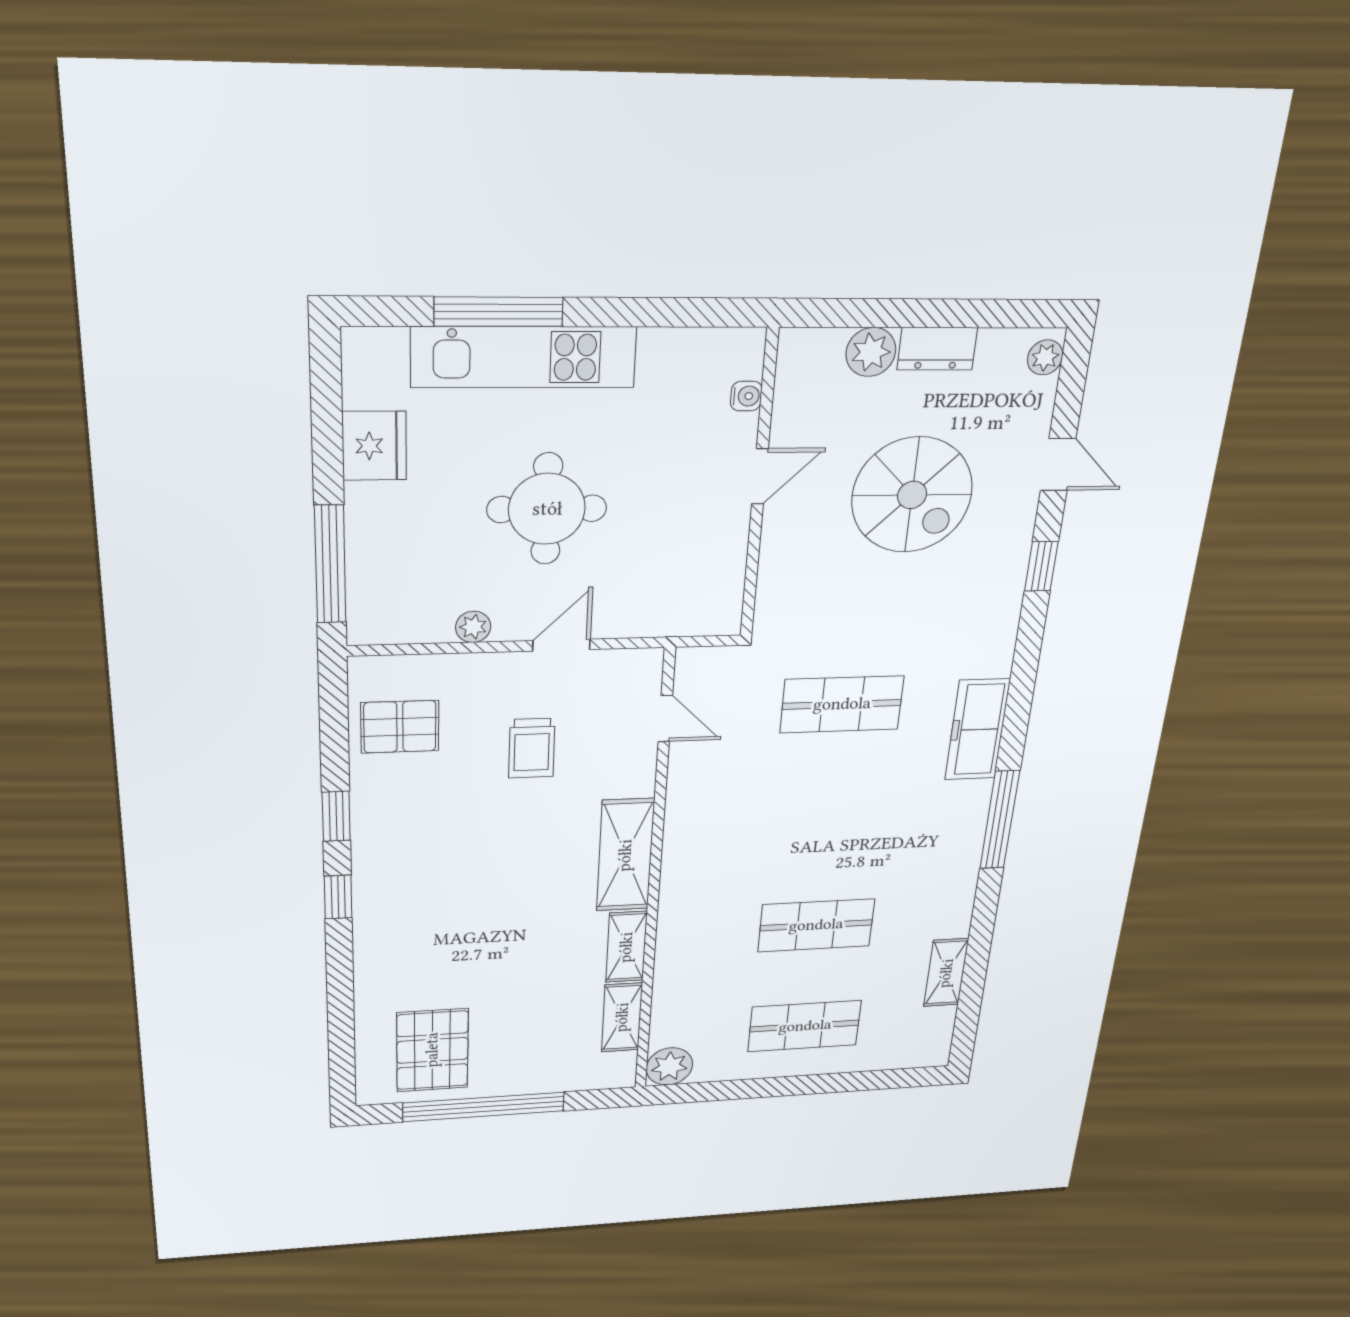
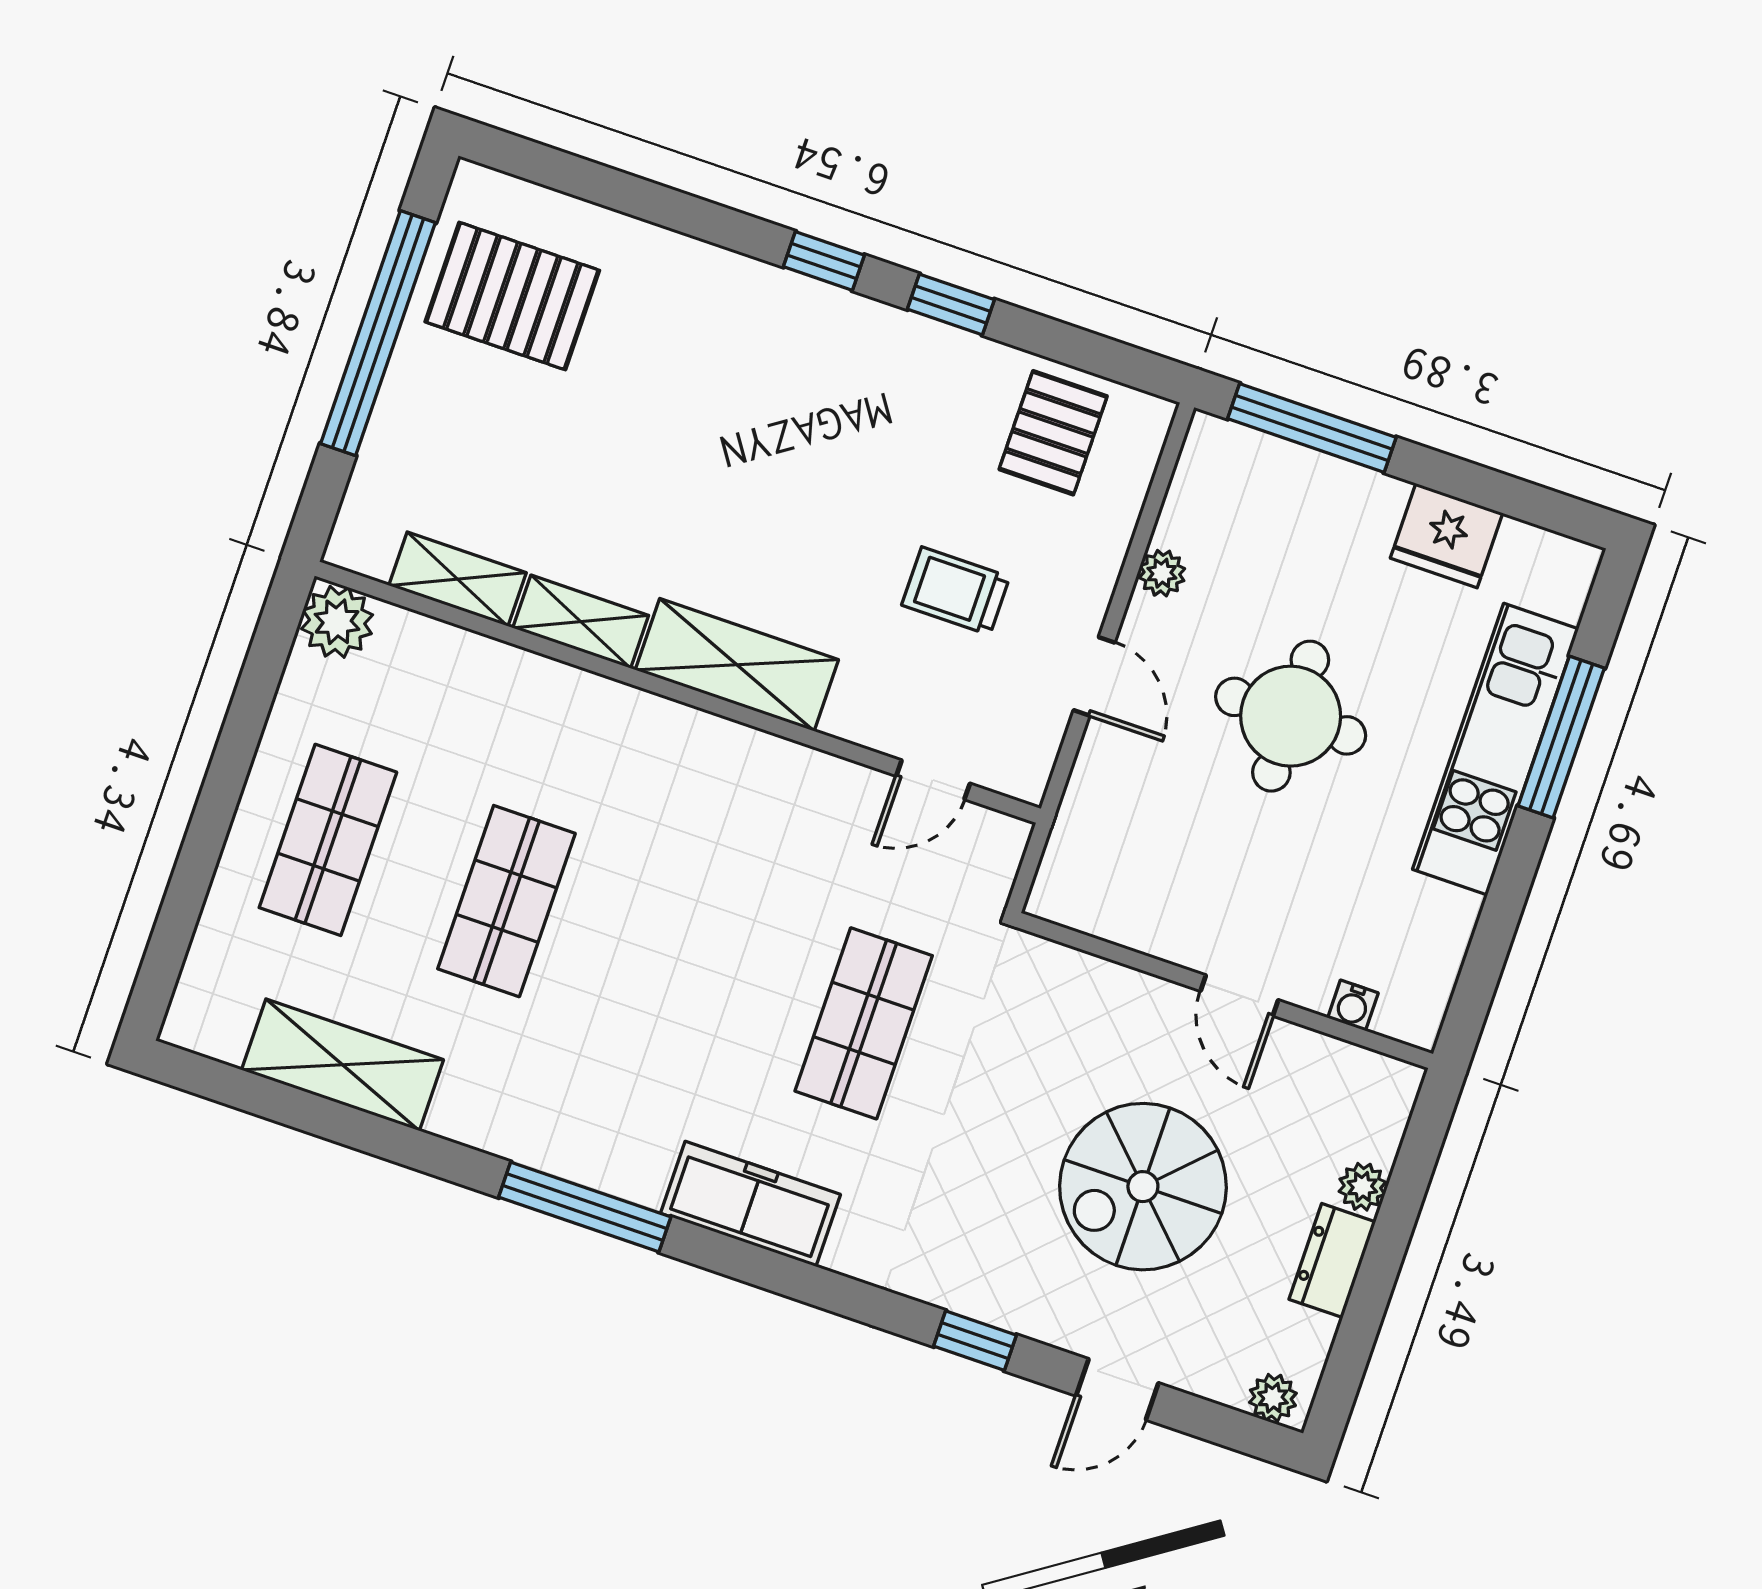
plant: (871, 352) -> (1362, 1187), width x0.73, depth x0.73
shelving: (946, 973) -> (343, 1065), width x1.50, depth x1.33

